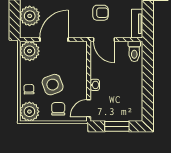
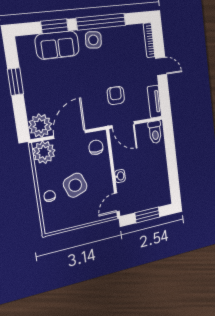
armchair: (100, 13) -> (116, 95), turned -90
plant: (30, 16) -> (40, 126), moved
chair: (58, 109) -> (96, 147), moved
plant: (29, 112) -> (54, 221), removed

